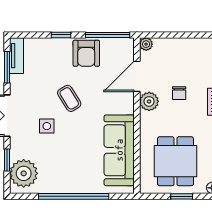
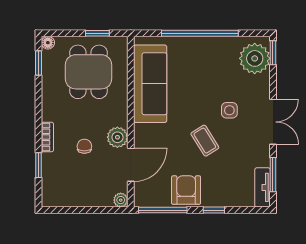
window: (7, 160) -> (273, 53), moved
window: (182, 196) -> (97, 33), moved

